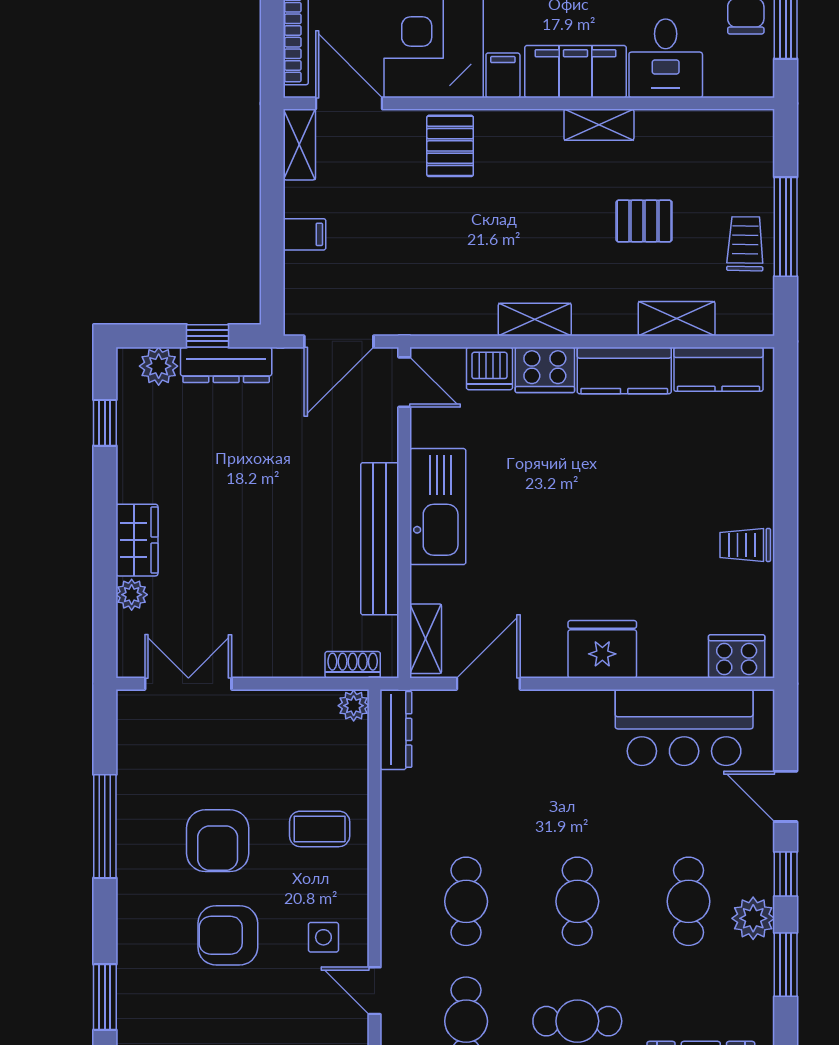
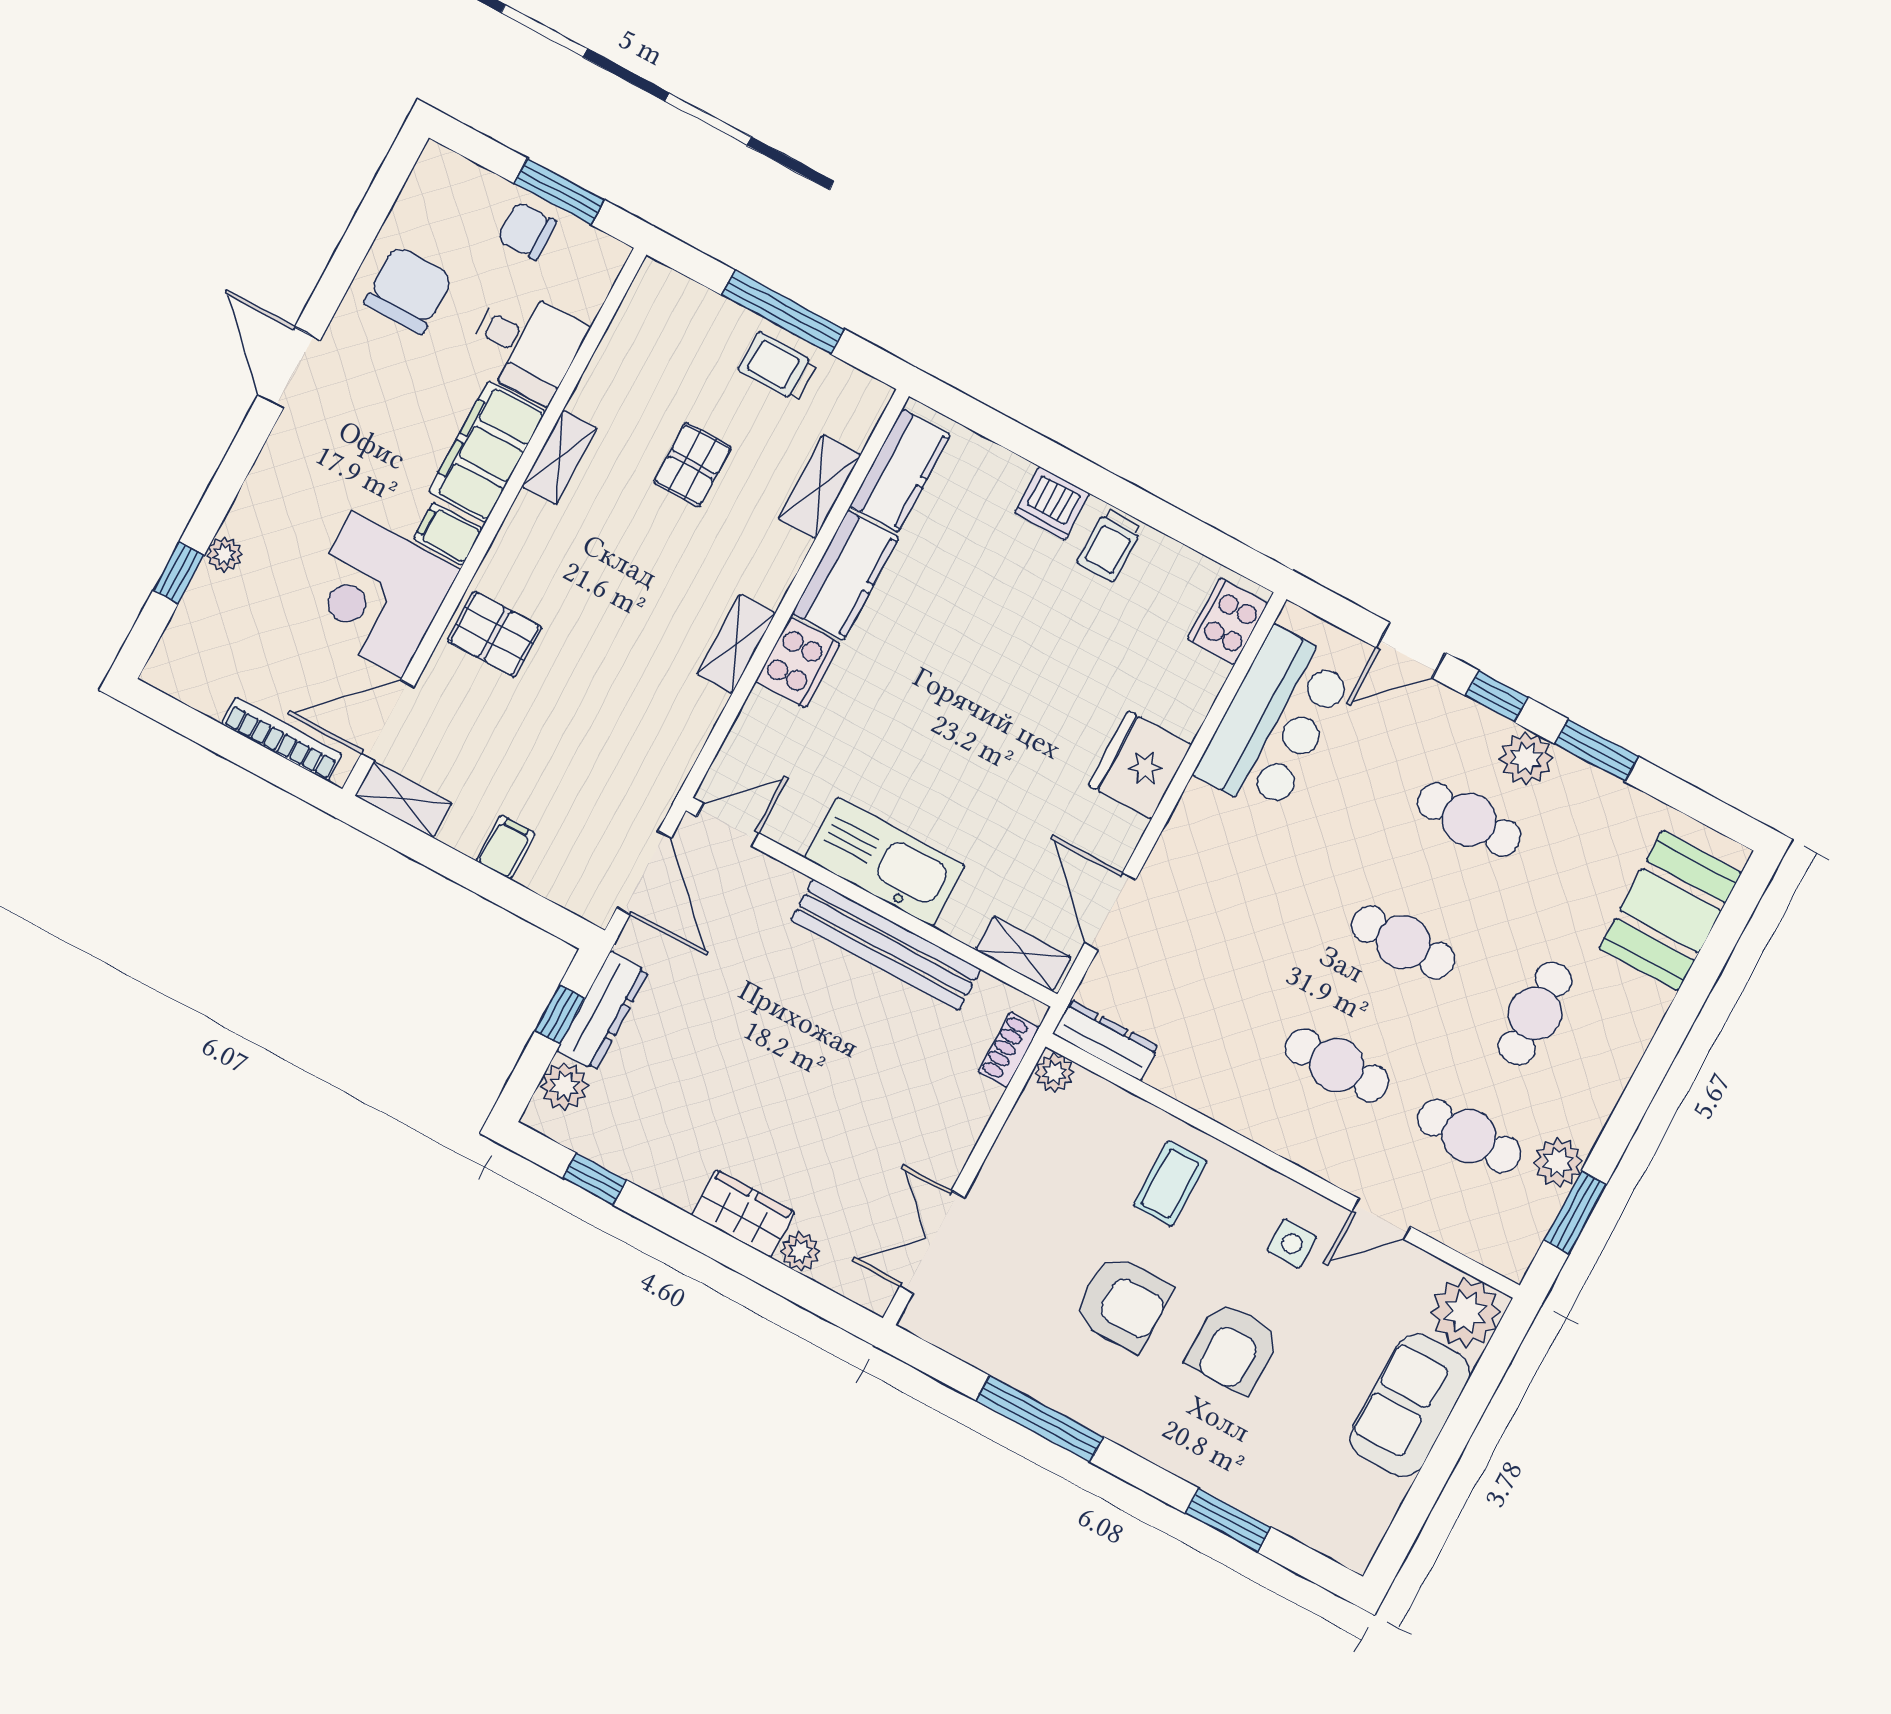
dishwasher: (489, 368) -> (1052, 503), moved, turned 90

